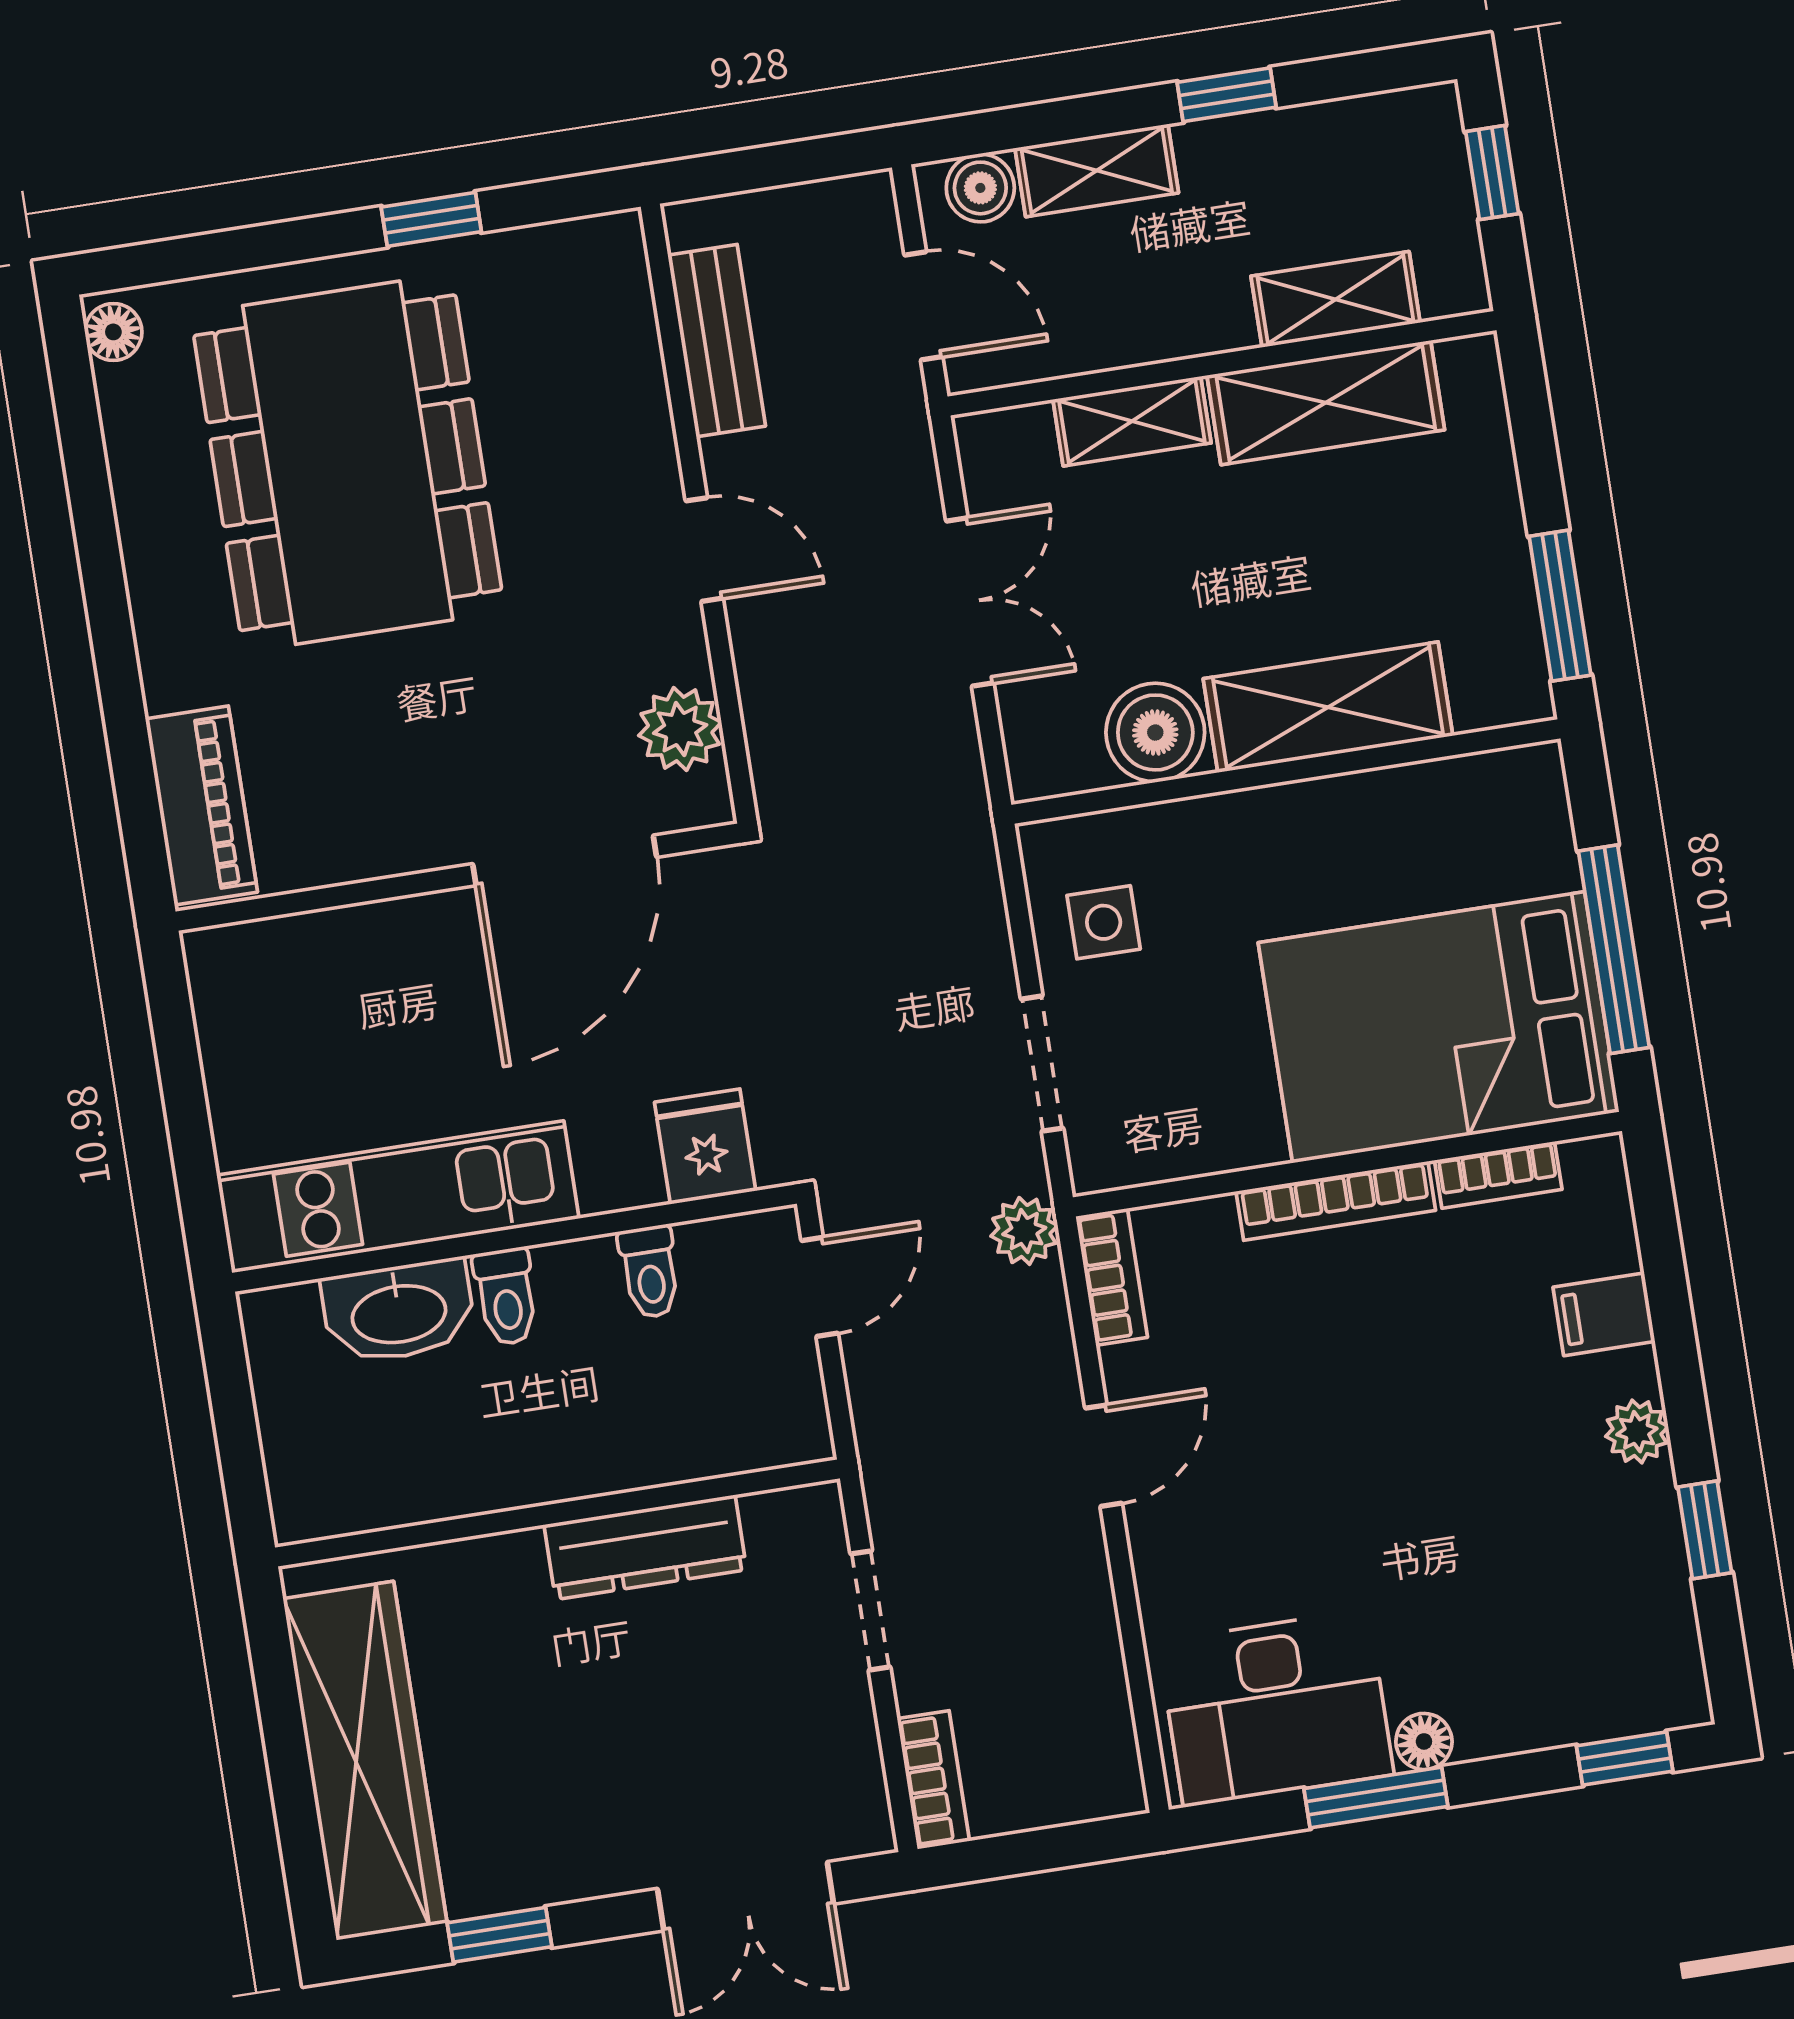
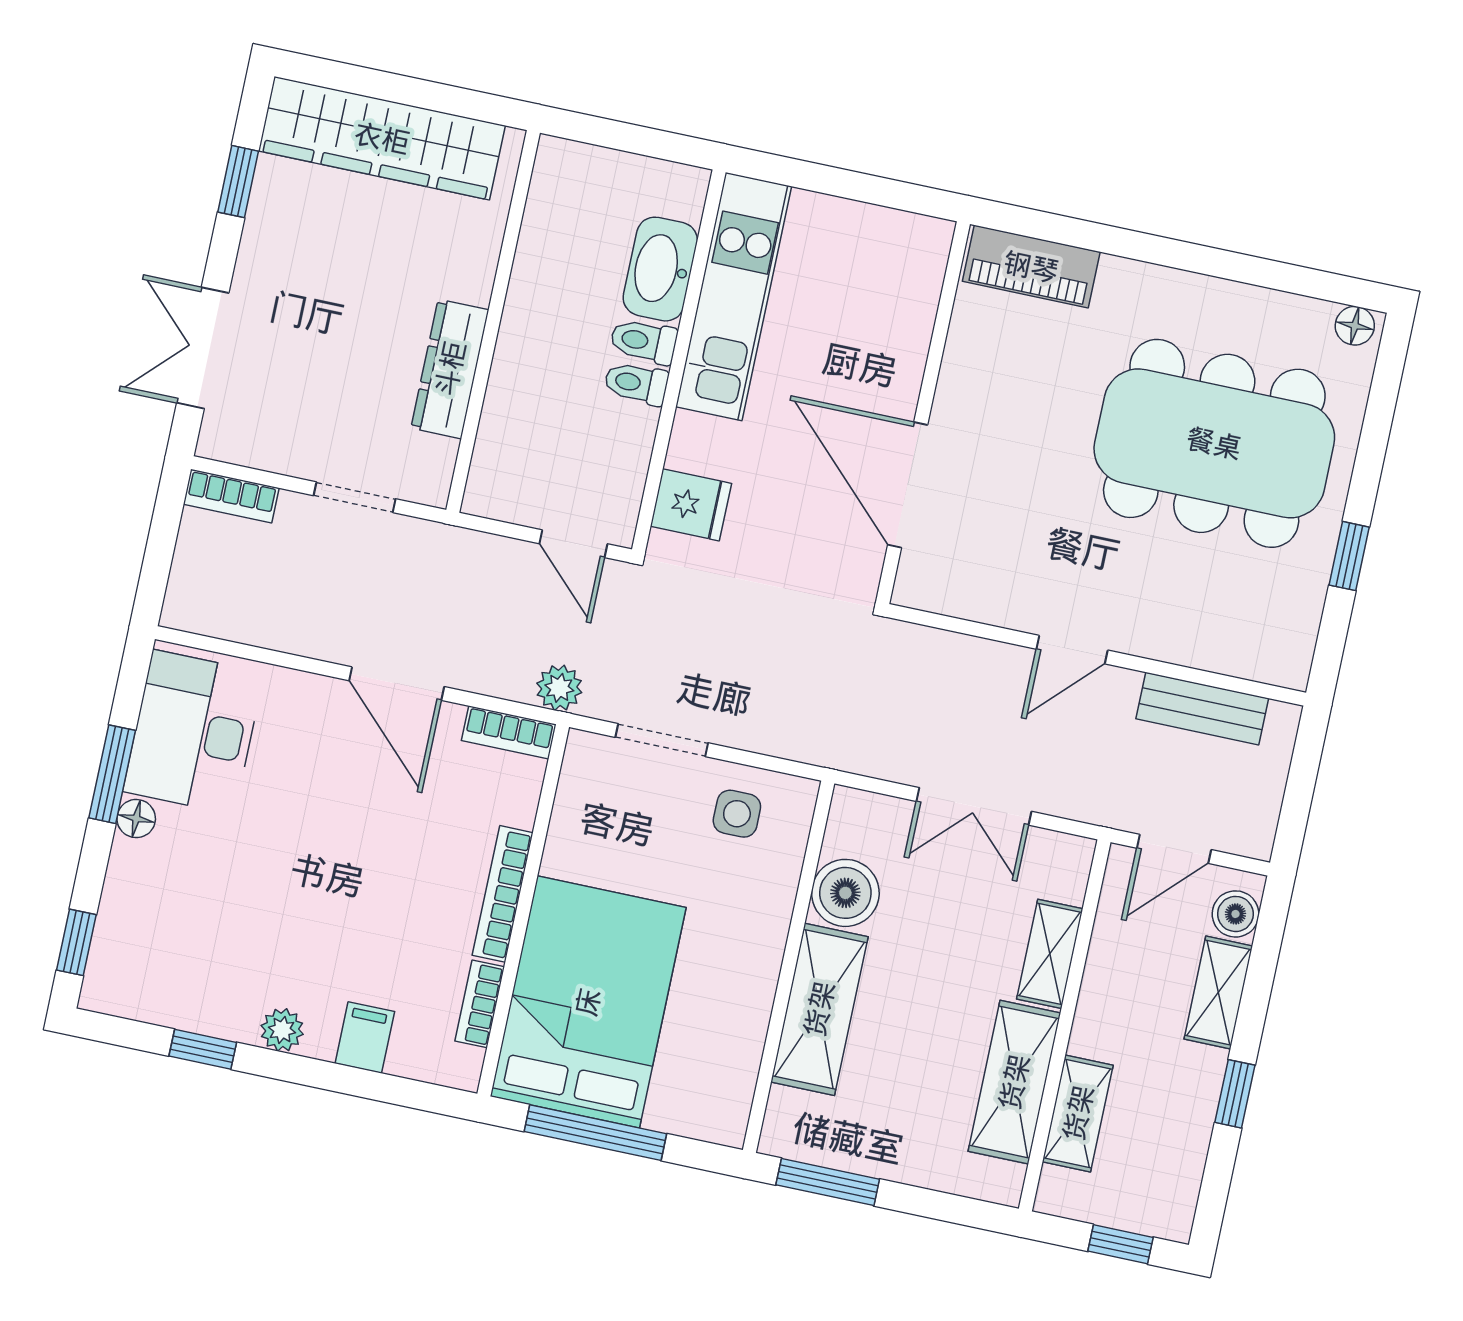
plant: (680, 729) -> (963, 591), removed
toilet: (650, 1272) -> (636, 383), moved
door: (1104, 1456) -> (397, 684), width x1.38

